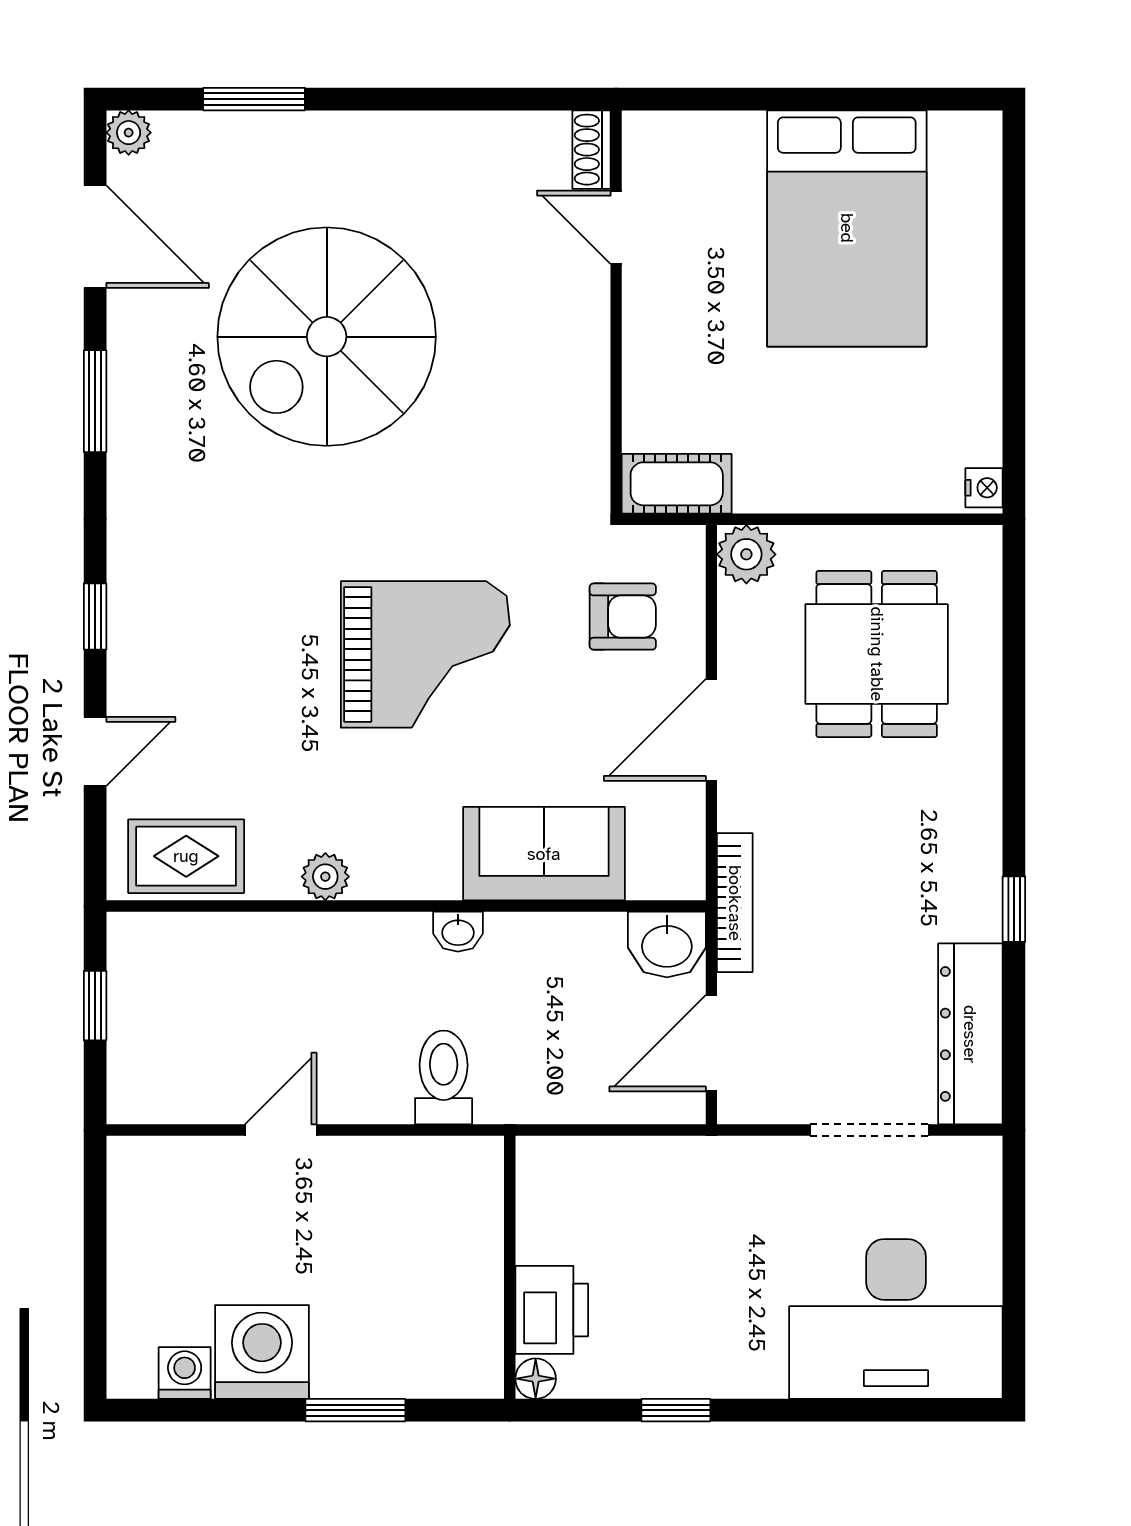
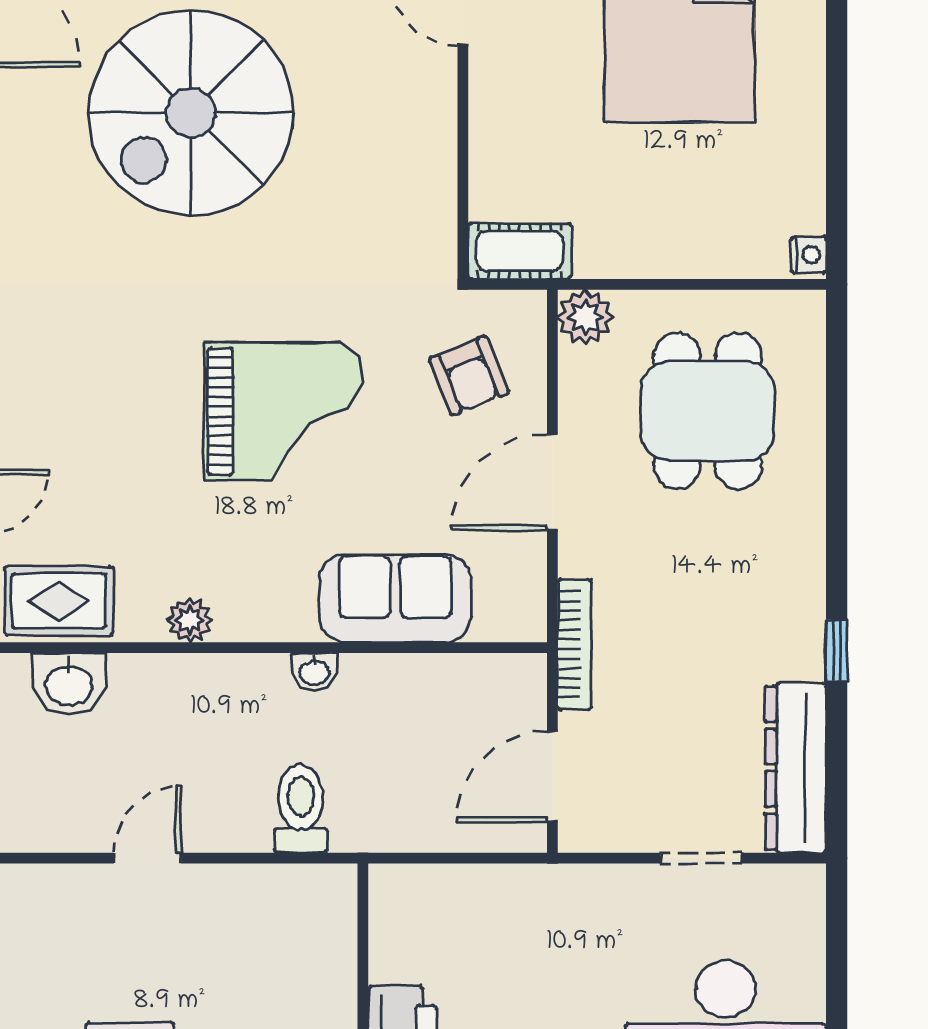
armchair: (623, 617) -> (469, 376), turned 68
washbasin: (667, 944) -> (69, 684), moved
doorway: (870, 1130) -> (701, 858), width x0.73

